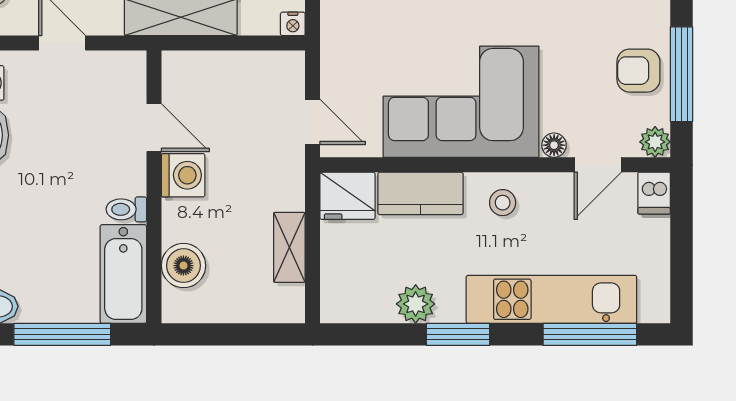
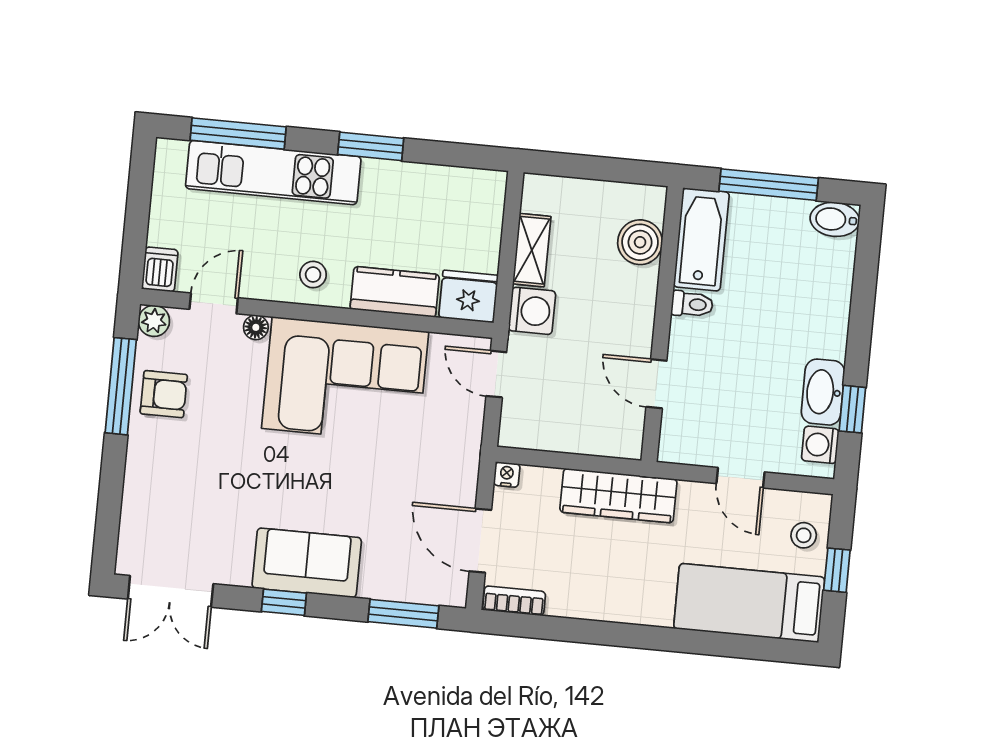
washing machine: (183, 175) -> (532, 311), moved, turned 180
plant: (416, 304) -> (410, 181), removed

